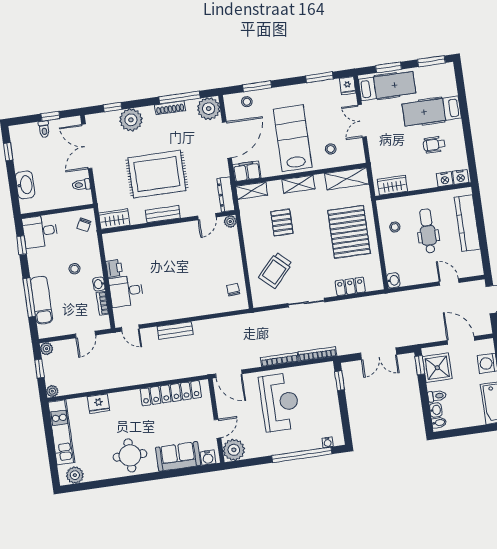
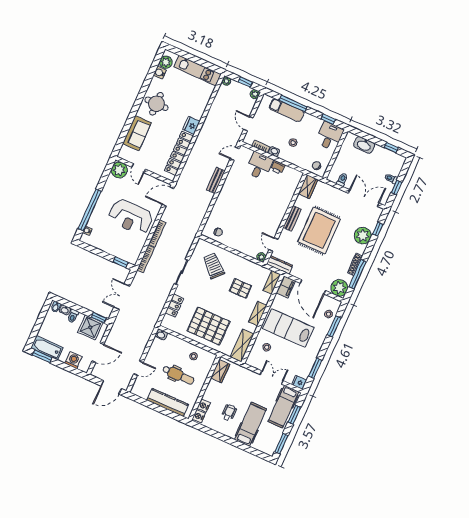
lab bench: (293, 138) -> (288, 328), turned 180
fridge: (99, 404) -> (191, 125), moved
water cooler: (208, 458) -> (160, 73), moved

